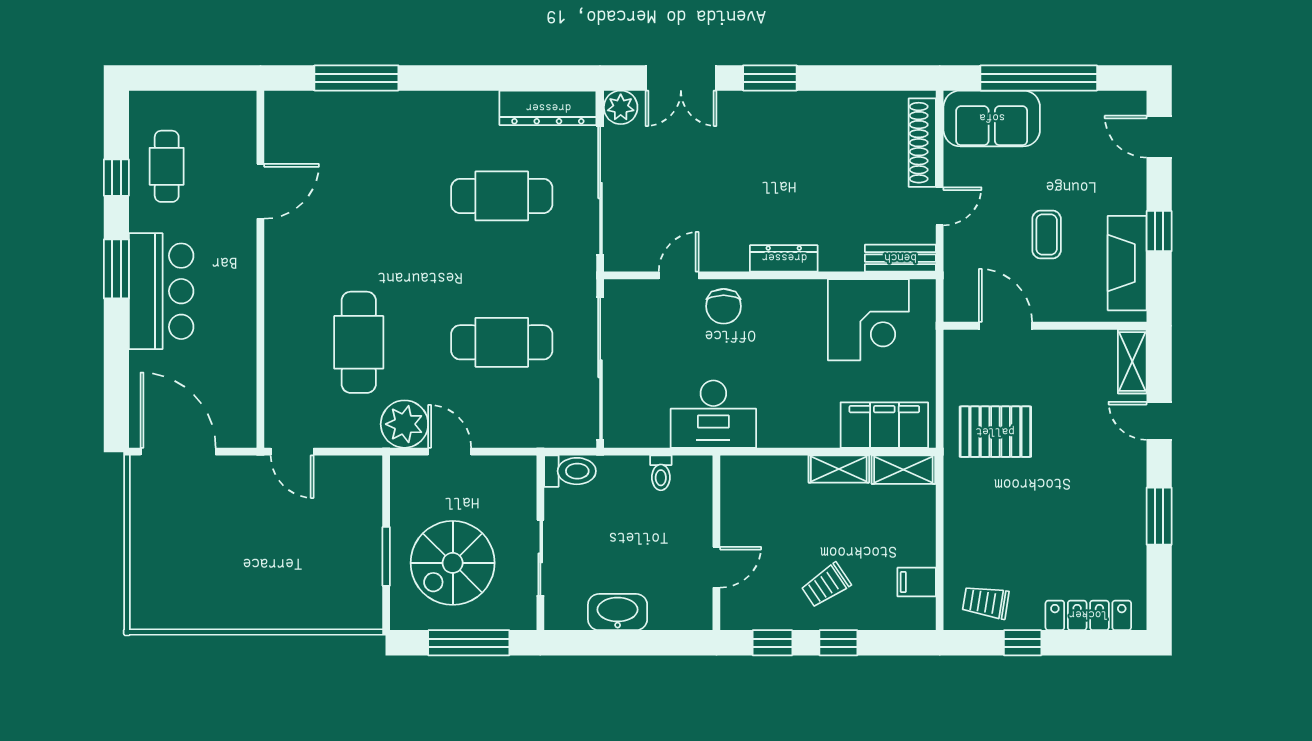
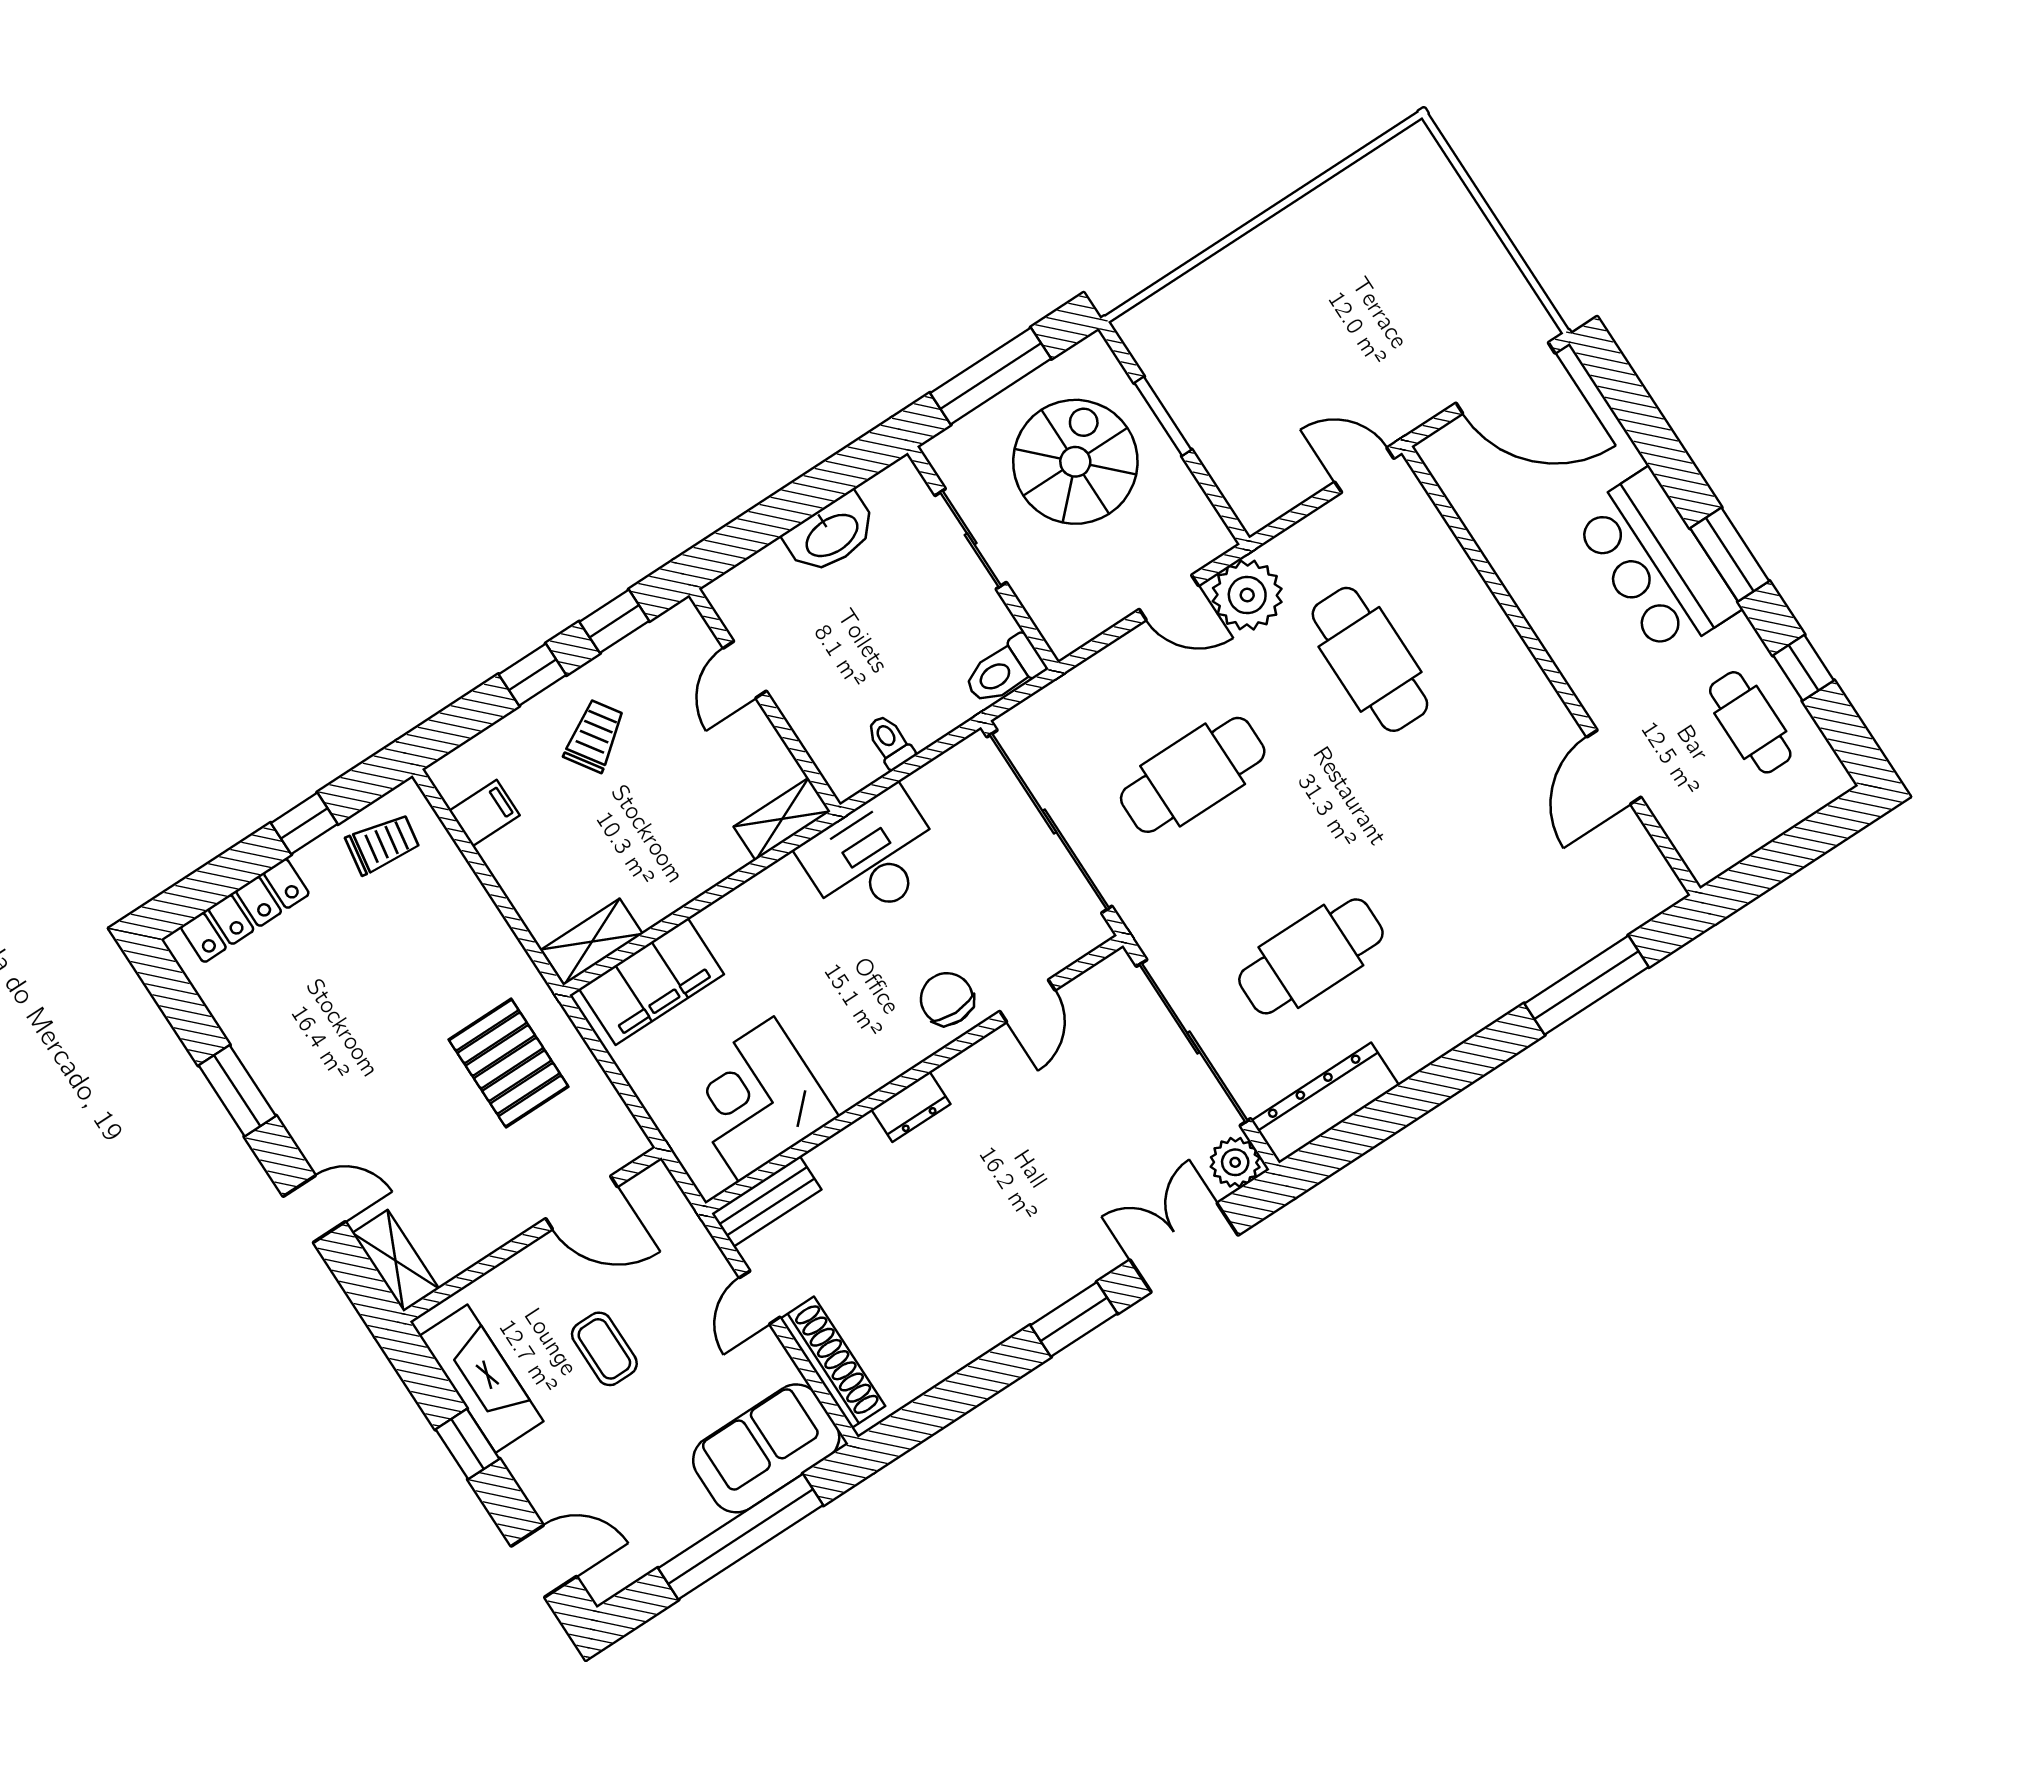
dresser: (784, 258) -> (911, 1107), width x0.70
pallet: (995, 432) -> (509, 1063), turned 90
shelving: (839, 469) -> (782, 819), moved

